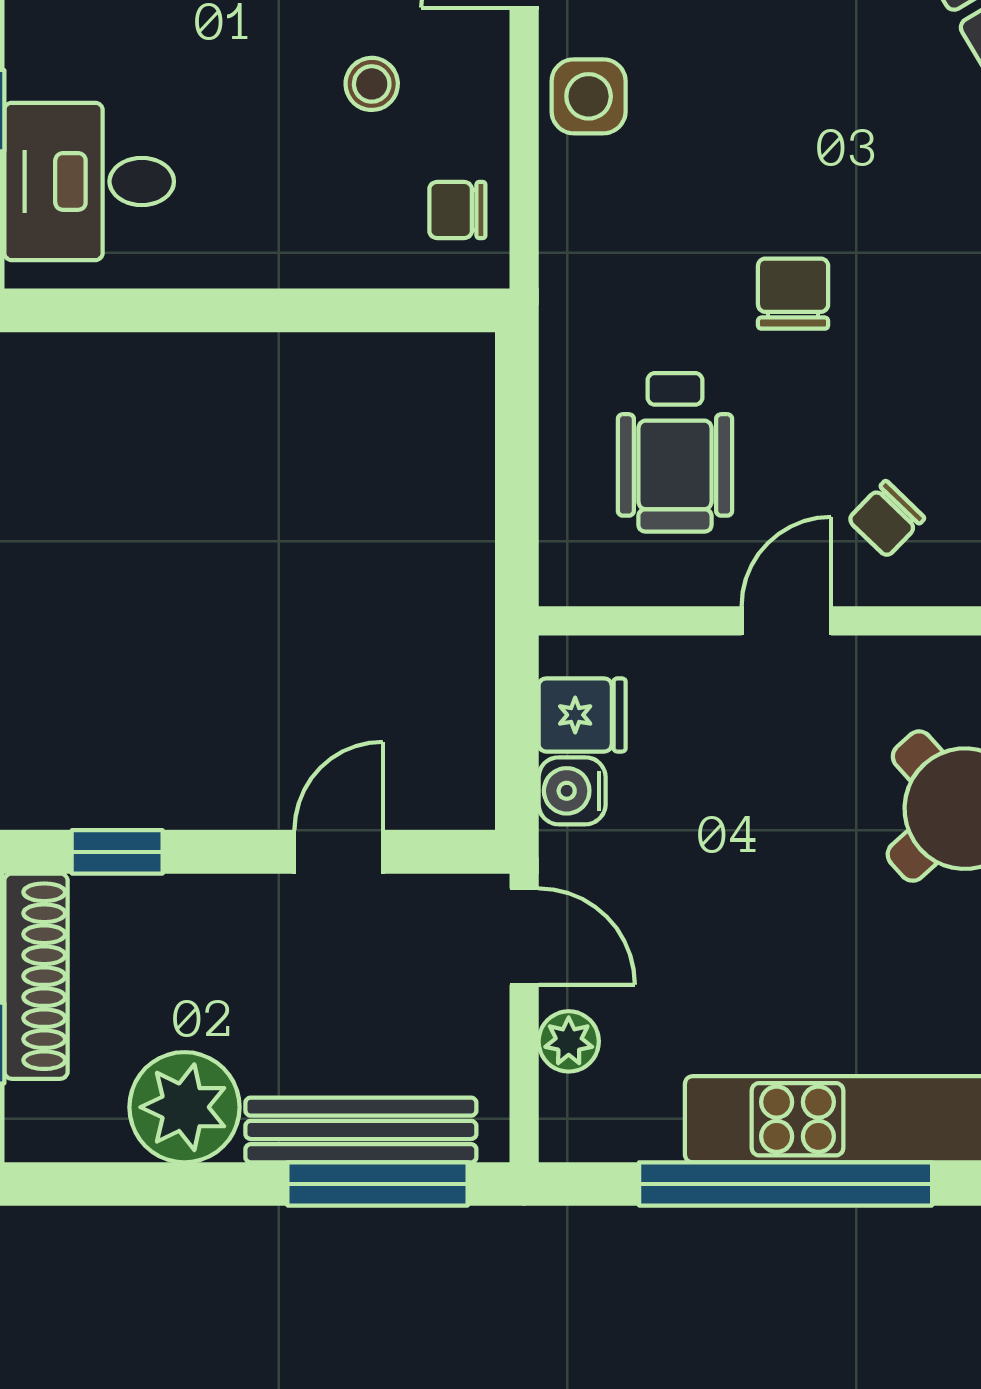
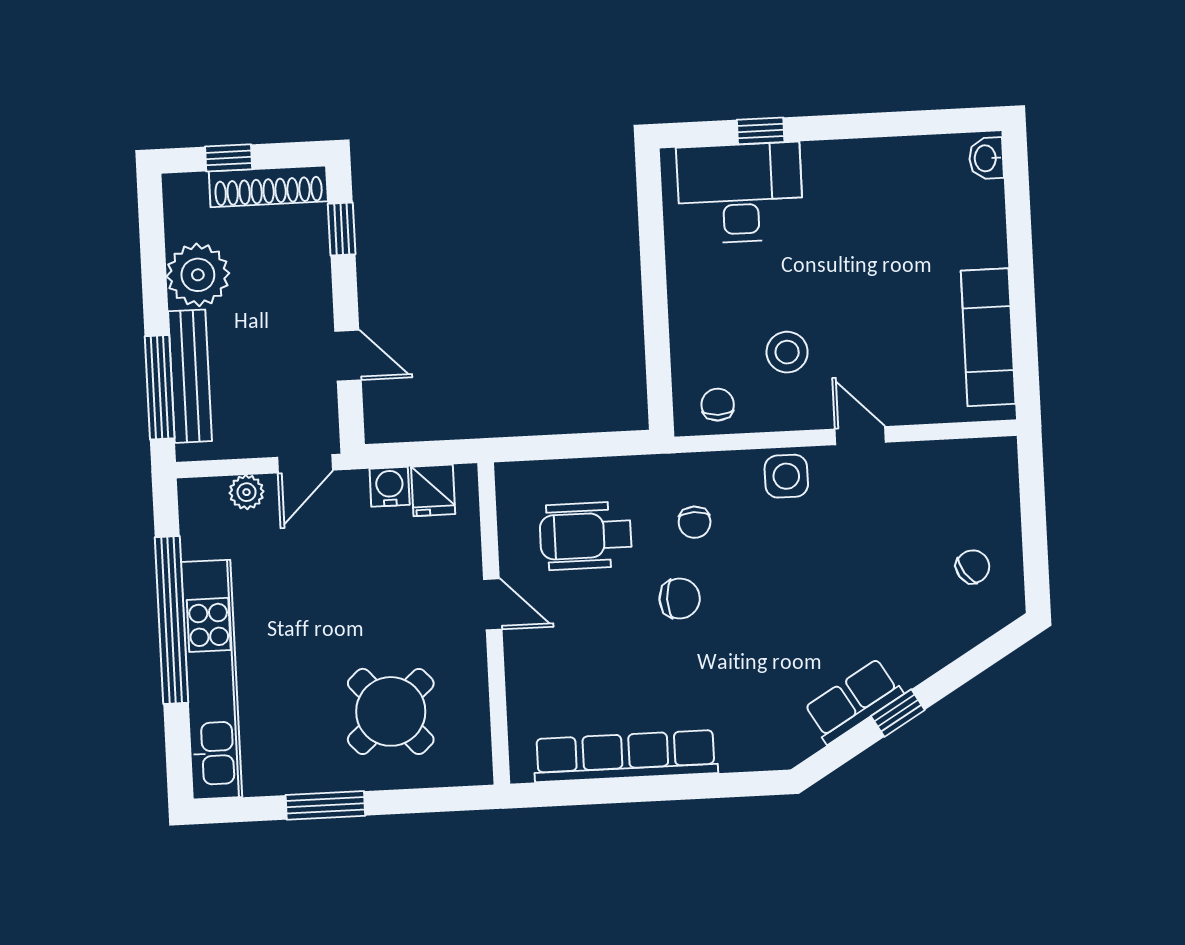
stool: (372, 84) -> (787, 352), width x1.37, depth x1.37
desk: (89, 181) -> (740, 193), width x1.37
chair: (886, 519) -> (695, 522), moved, turned -134

